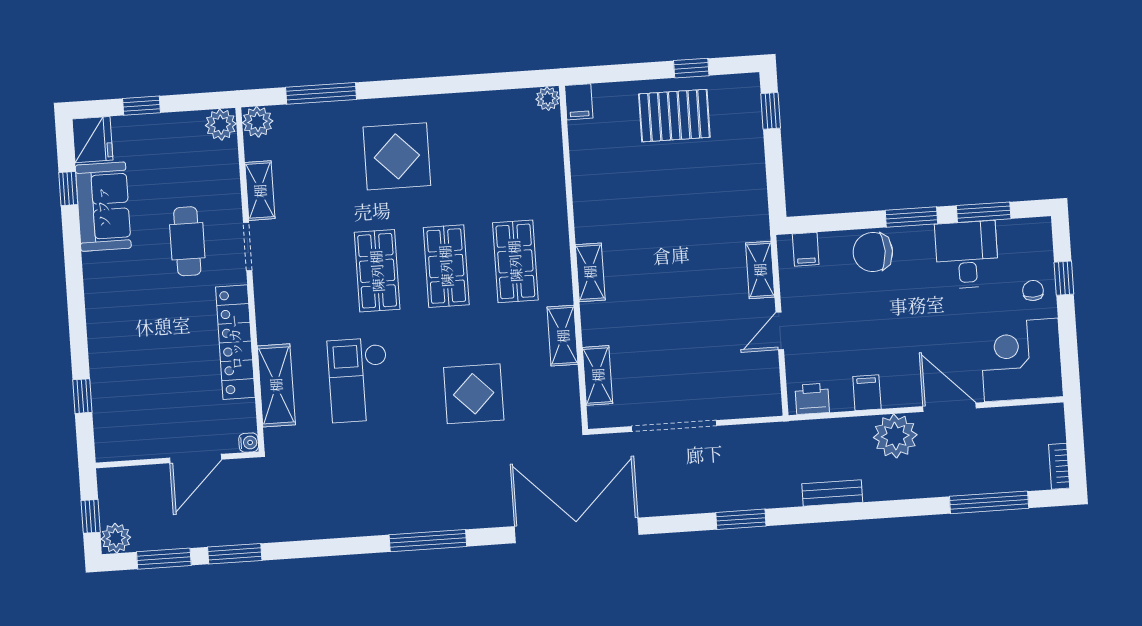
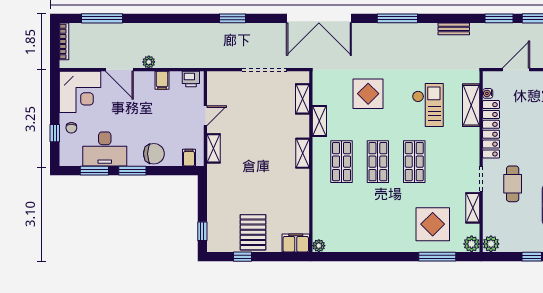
filing cabinet: (579, 102) -> (296, 243), width x2.00
pallet: (674, 116) -> (253, 232), turned 90
display table: (397, 156) -> (433, 224), moved
desk: (967, 255) -> (105, 149), width x1.37
plant: (895, 436) -> (149, 62), width x0.53, depth x0.53
water cooler: (249, 443) -> (488, 93), moved
bookcase: (1059, 466) -> (64, 41), width x1.56
bench: (832, 493) -> (454, 29), moved

